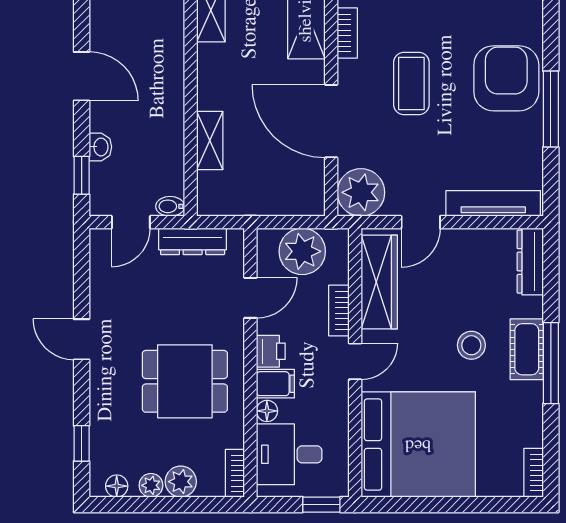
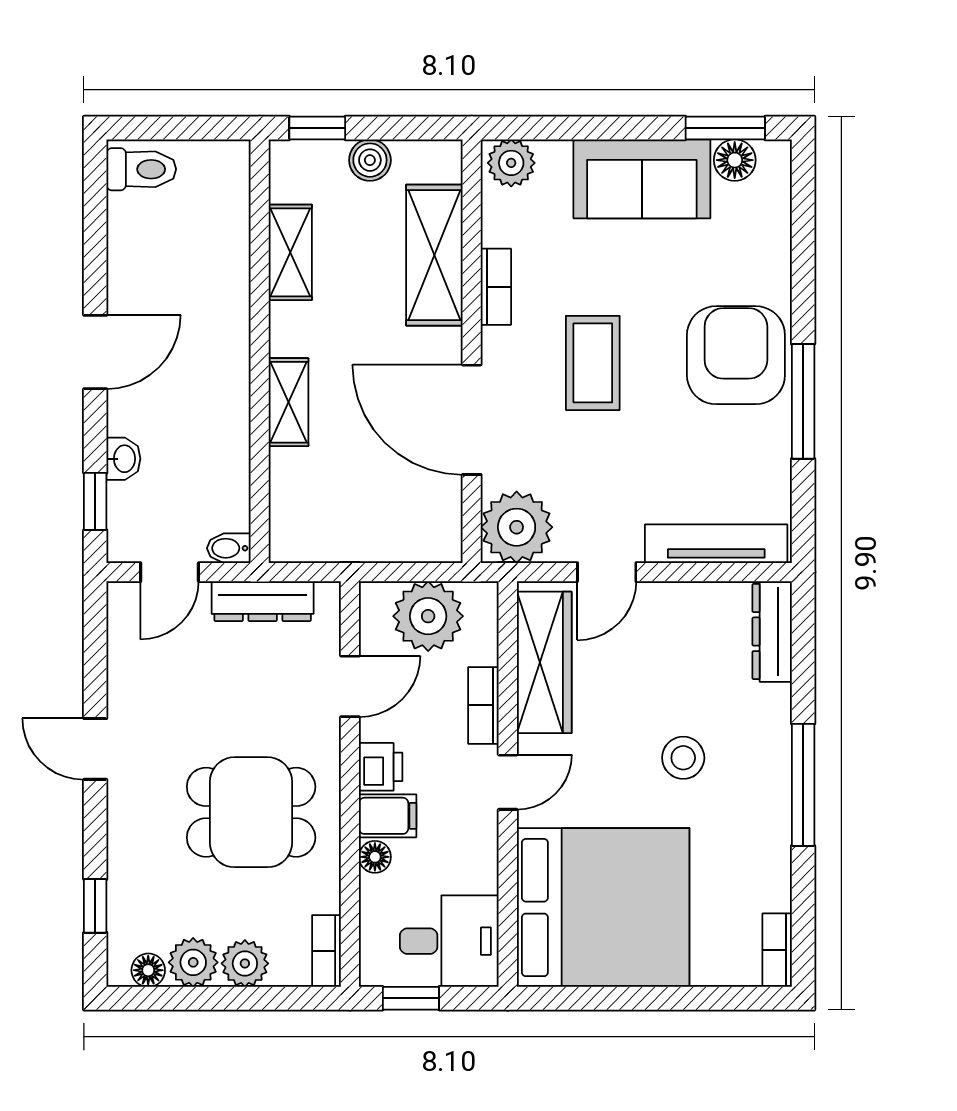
door: (82, 76) -> (95, 352), hinge flipped
shelving: (210, 140) -> (289, 402), moved
cot: (527, 349) -> (767, 764), removed
desk: (289, 454) -> (449, 941), moved, turned 180
plant: (151, 485) -> (193, 962), width x1.38, depth x1.38
window: (321, 505) -> (411, 998), moved

